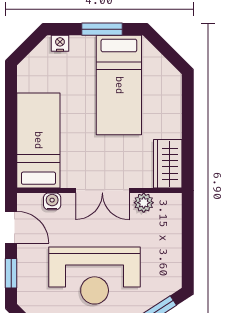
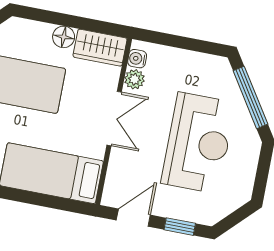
floor lamp: (171, 127) -> (64, 37), added
water cooler: (52, 201) -> (137, 59), moved

